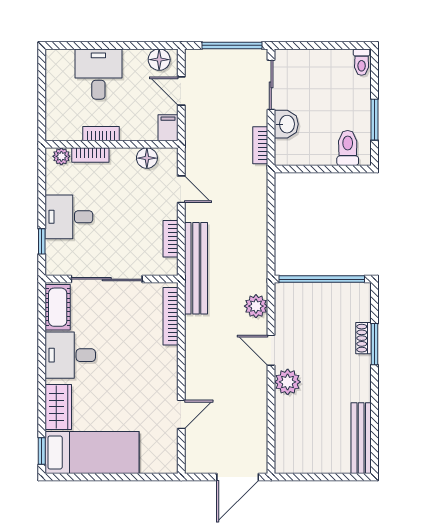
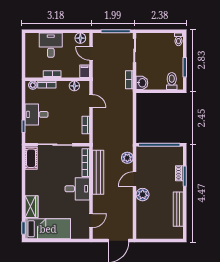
washbasin: (286, 124) -> (142, 83), moved
bench: (196, 268) -> (98, 172), moved
door: (271, 350) -> (135, 179), hinge flipped
desk: (70, 355) -> (77, 189), moved, turned 180
door: (181, 414) -> (91, 221), moved
bench: (361, 438) -> (178, 209), moved

